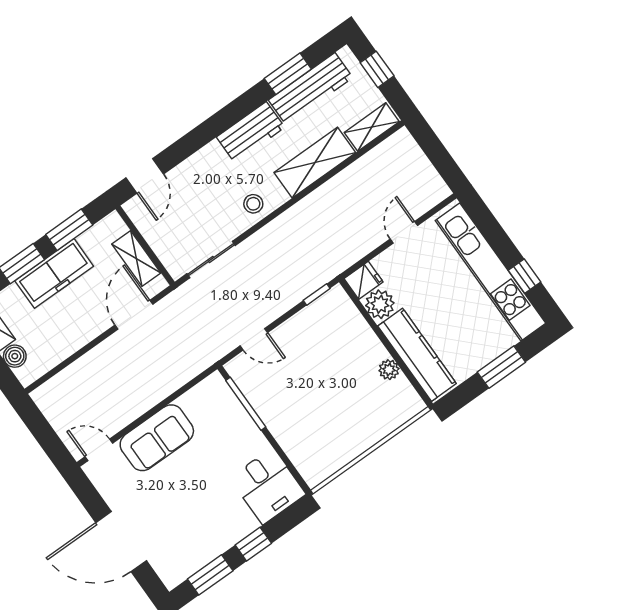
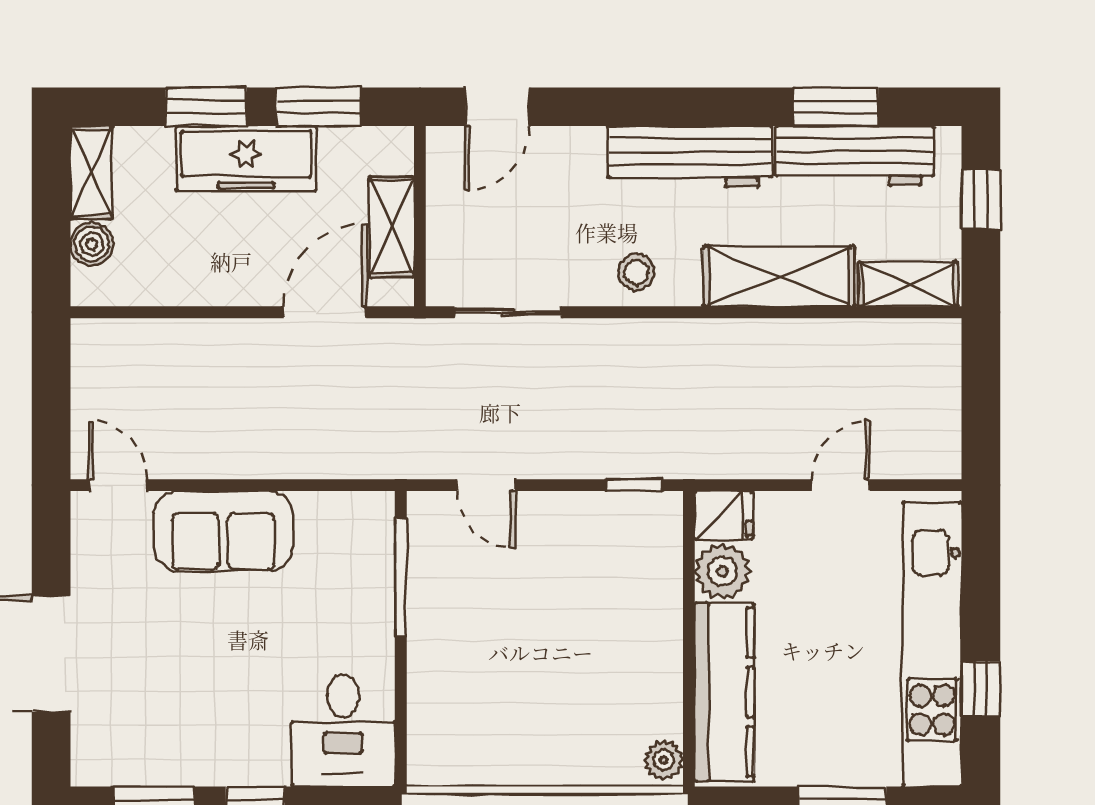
workbench: (251, 132) -> (690, 157), width x1.38
plant: (389, 370) -> (664, 760), moved

